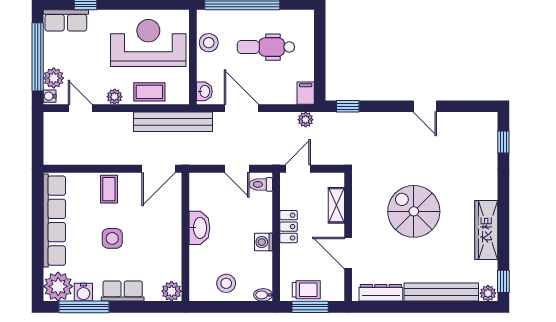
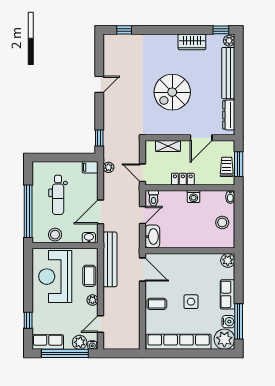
row of seats: (66, 20) -> (48, 342), moved, turned -90
washbasin: (199, 228) -> (152, 237), moved, turned 90
wardrobe: (486, 230) -> (192, 42), width x0.67

